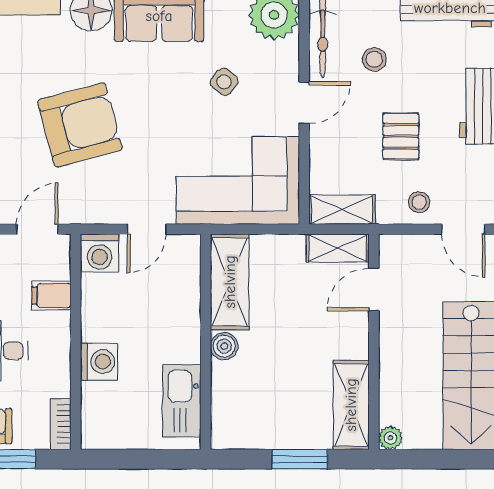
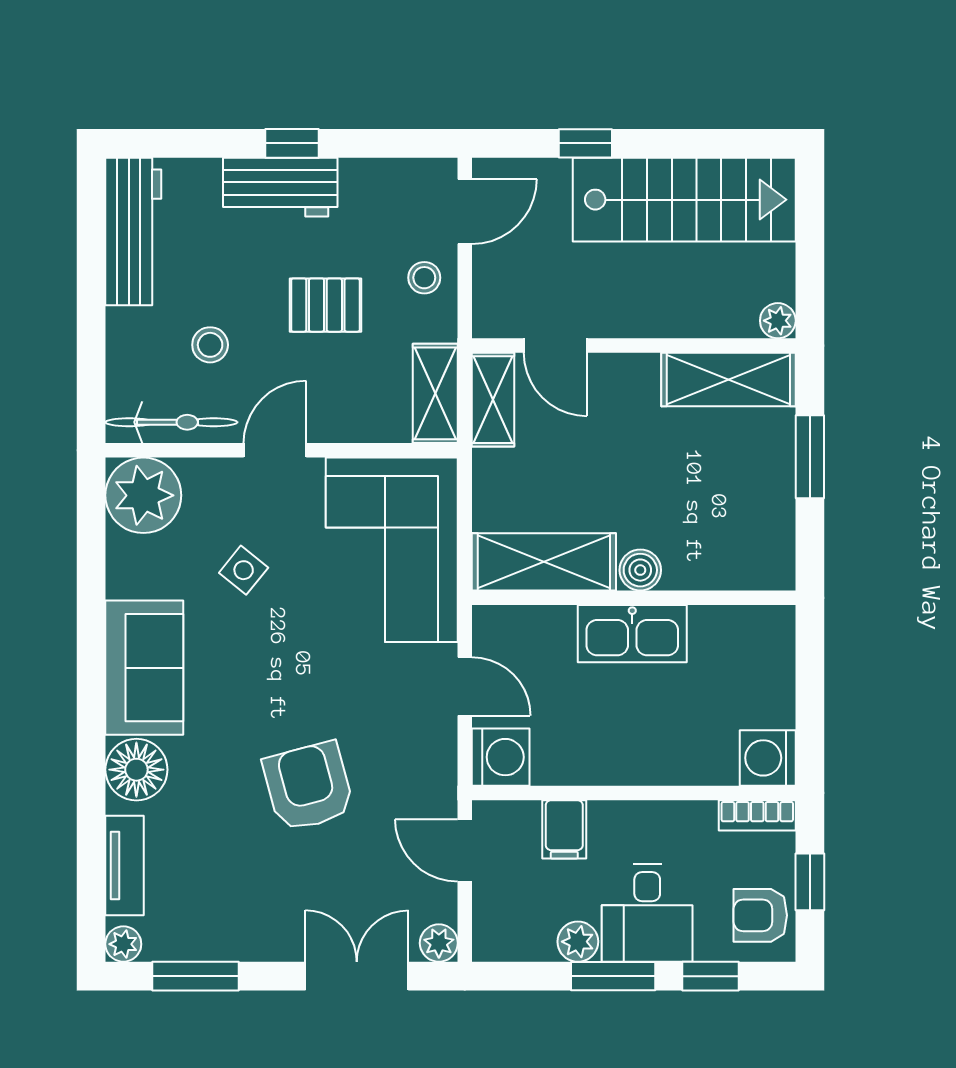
door: (304, 103) -> (275, 450), hinge flipped
armchair: (80, 125) -> (308, 786), width x0.73, depth x0.73
washing machine: (99, 362) -> (768, 758), moved, turned -90
kitchen sink: (182, 401) -> (632, 634), moved

